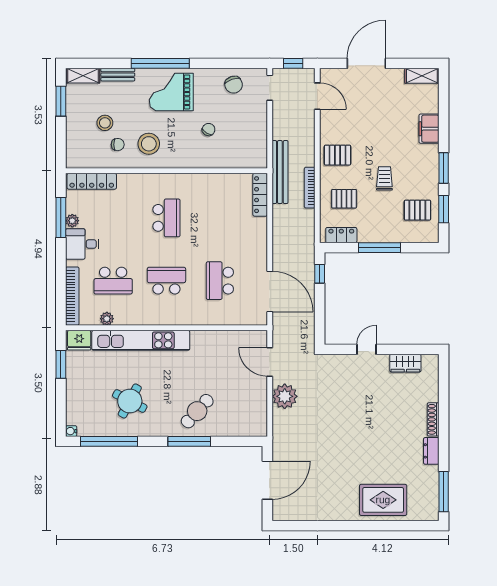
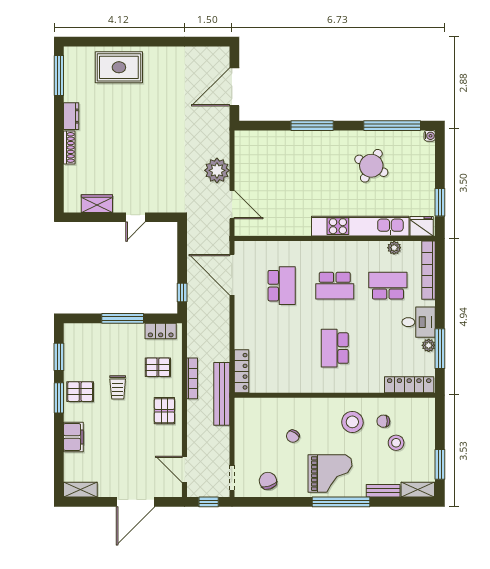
pallet: (338, 155) -> (164, 411), turned 90
pallet: (417, 210) -> (80, 392), moved
cafe table: (197, 411) -> (304, 156), removed

